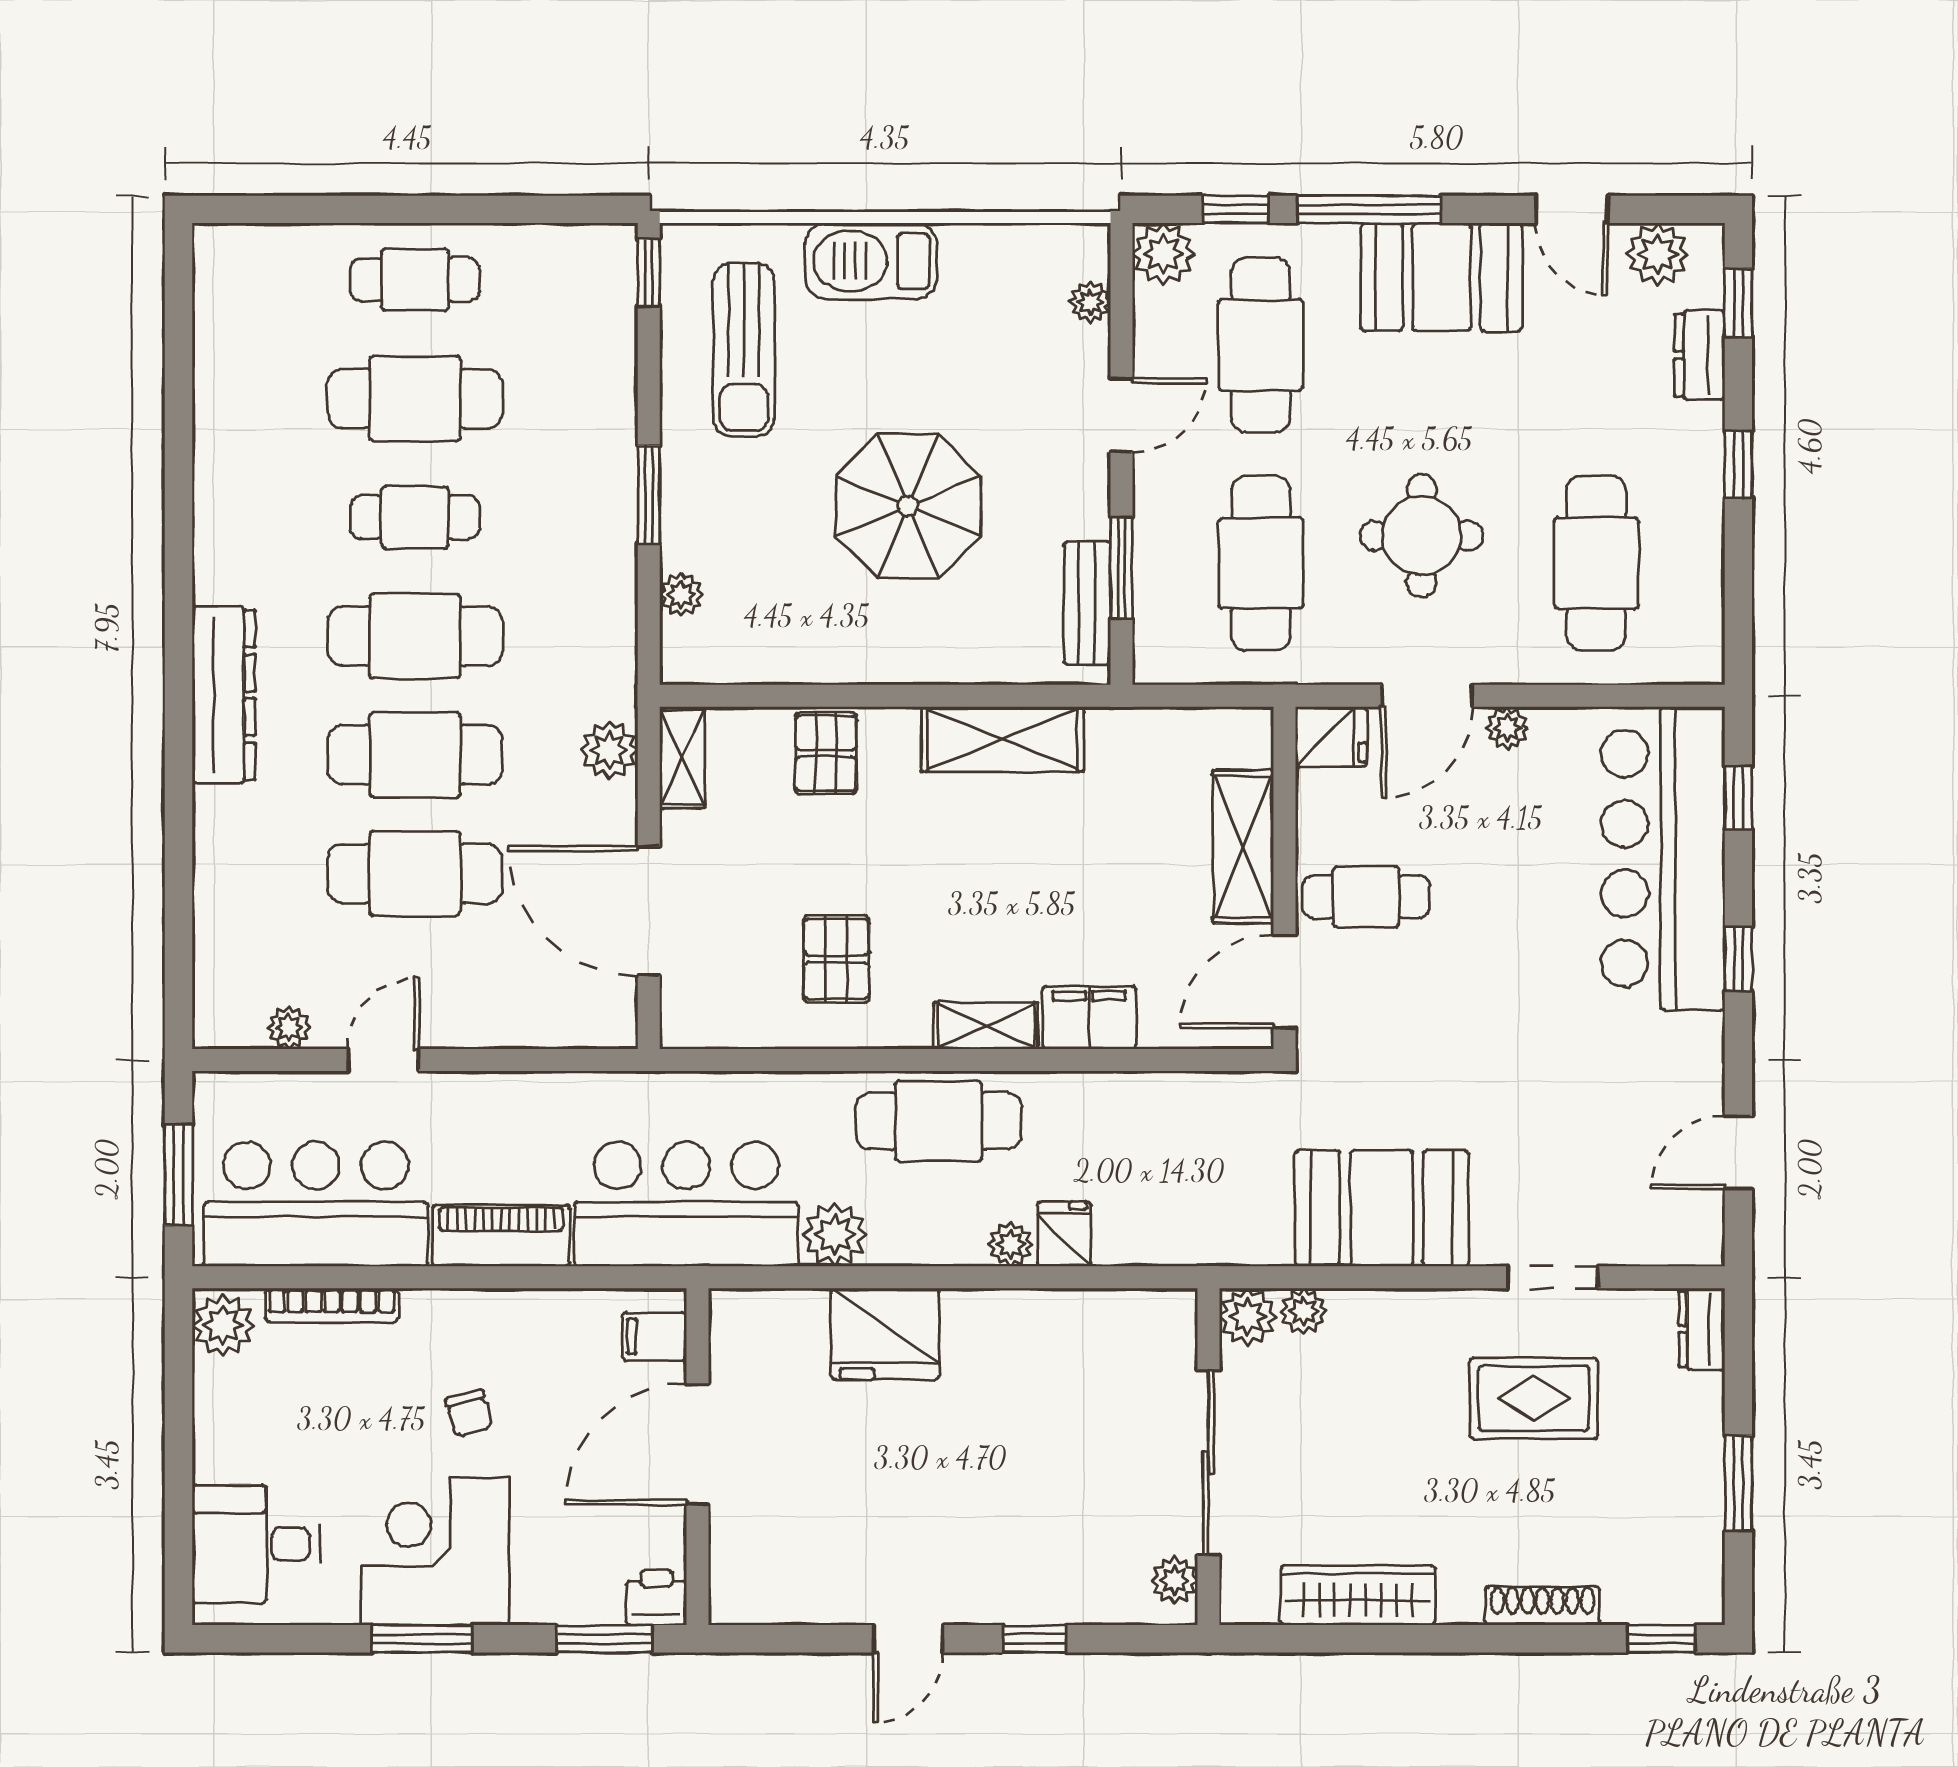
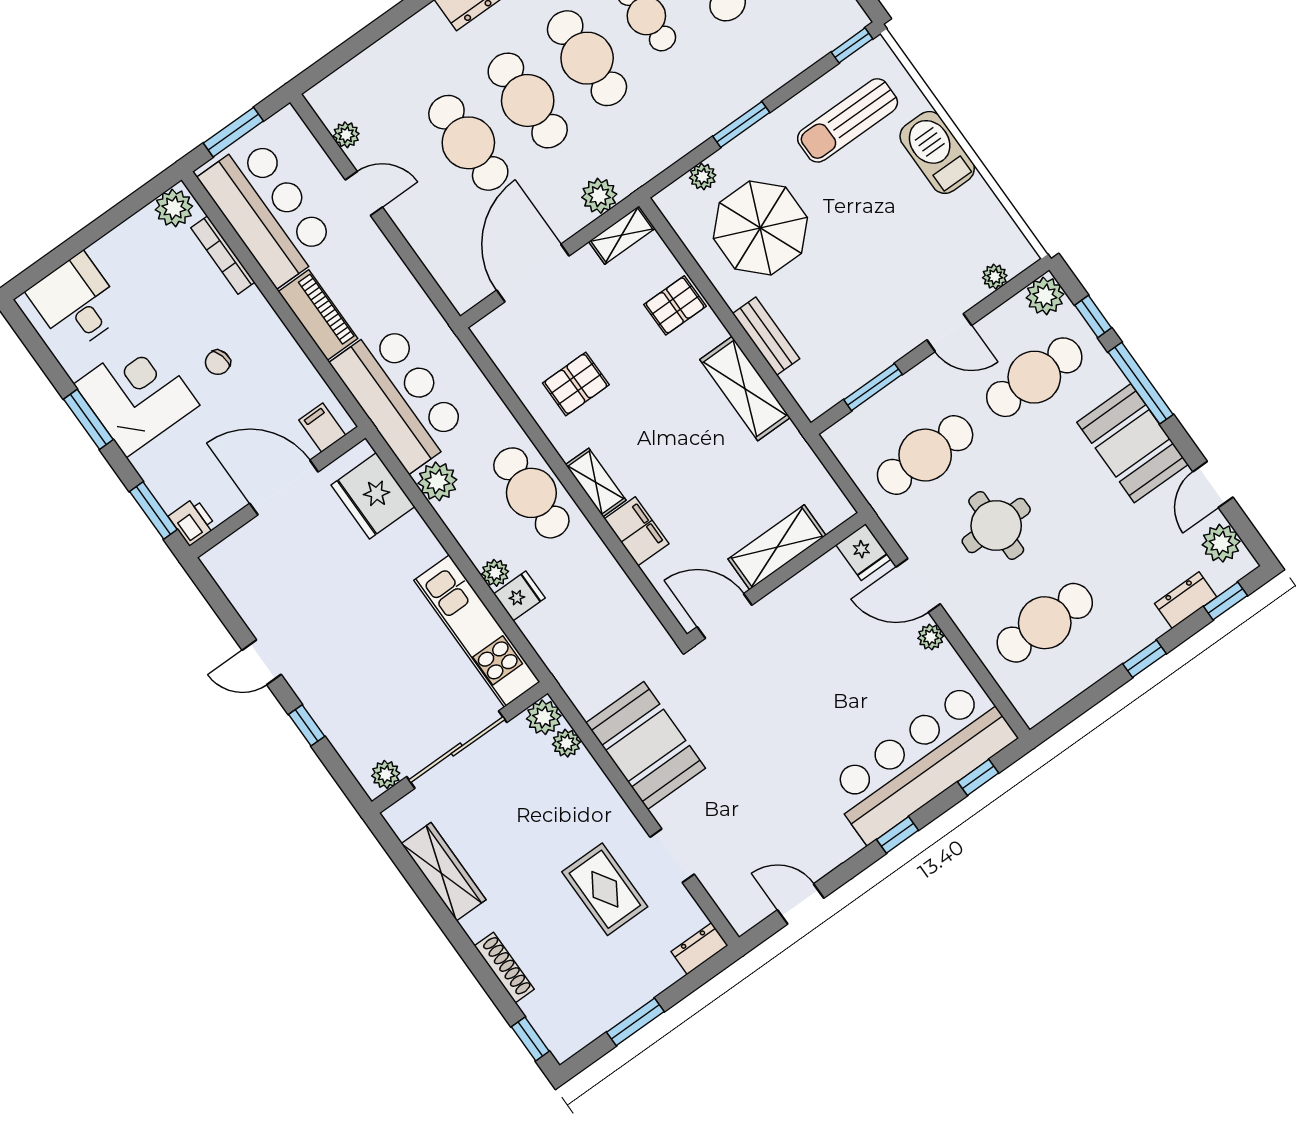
parasol: (908, 506) -> (760, 228), moved
bench: (1087, 603) -> (766, 336), moved, turned 90
cafe table: (1366, 897) -> (796, 627), removed
kitchen unit: (1071, 1324) -> (477, 631), added
fridge: (885, 1334) -> (373, 496), moved

